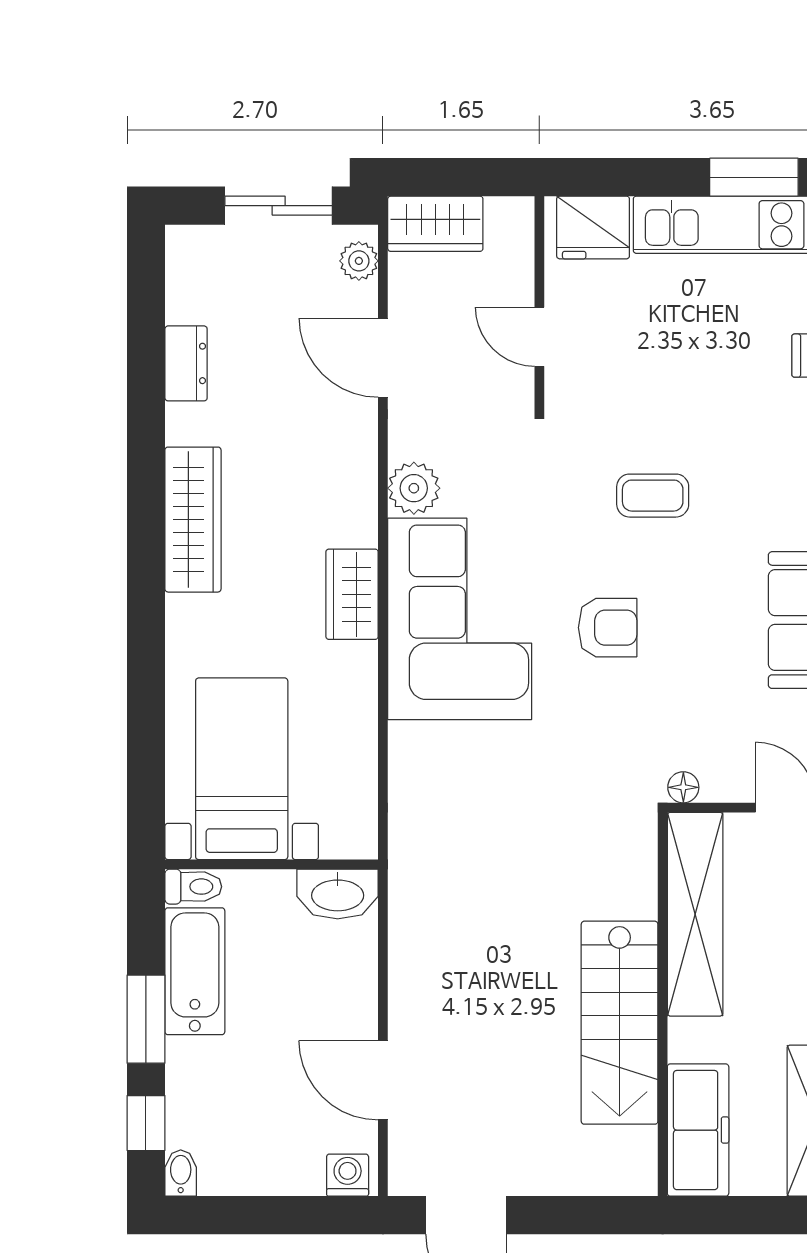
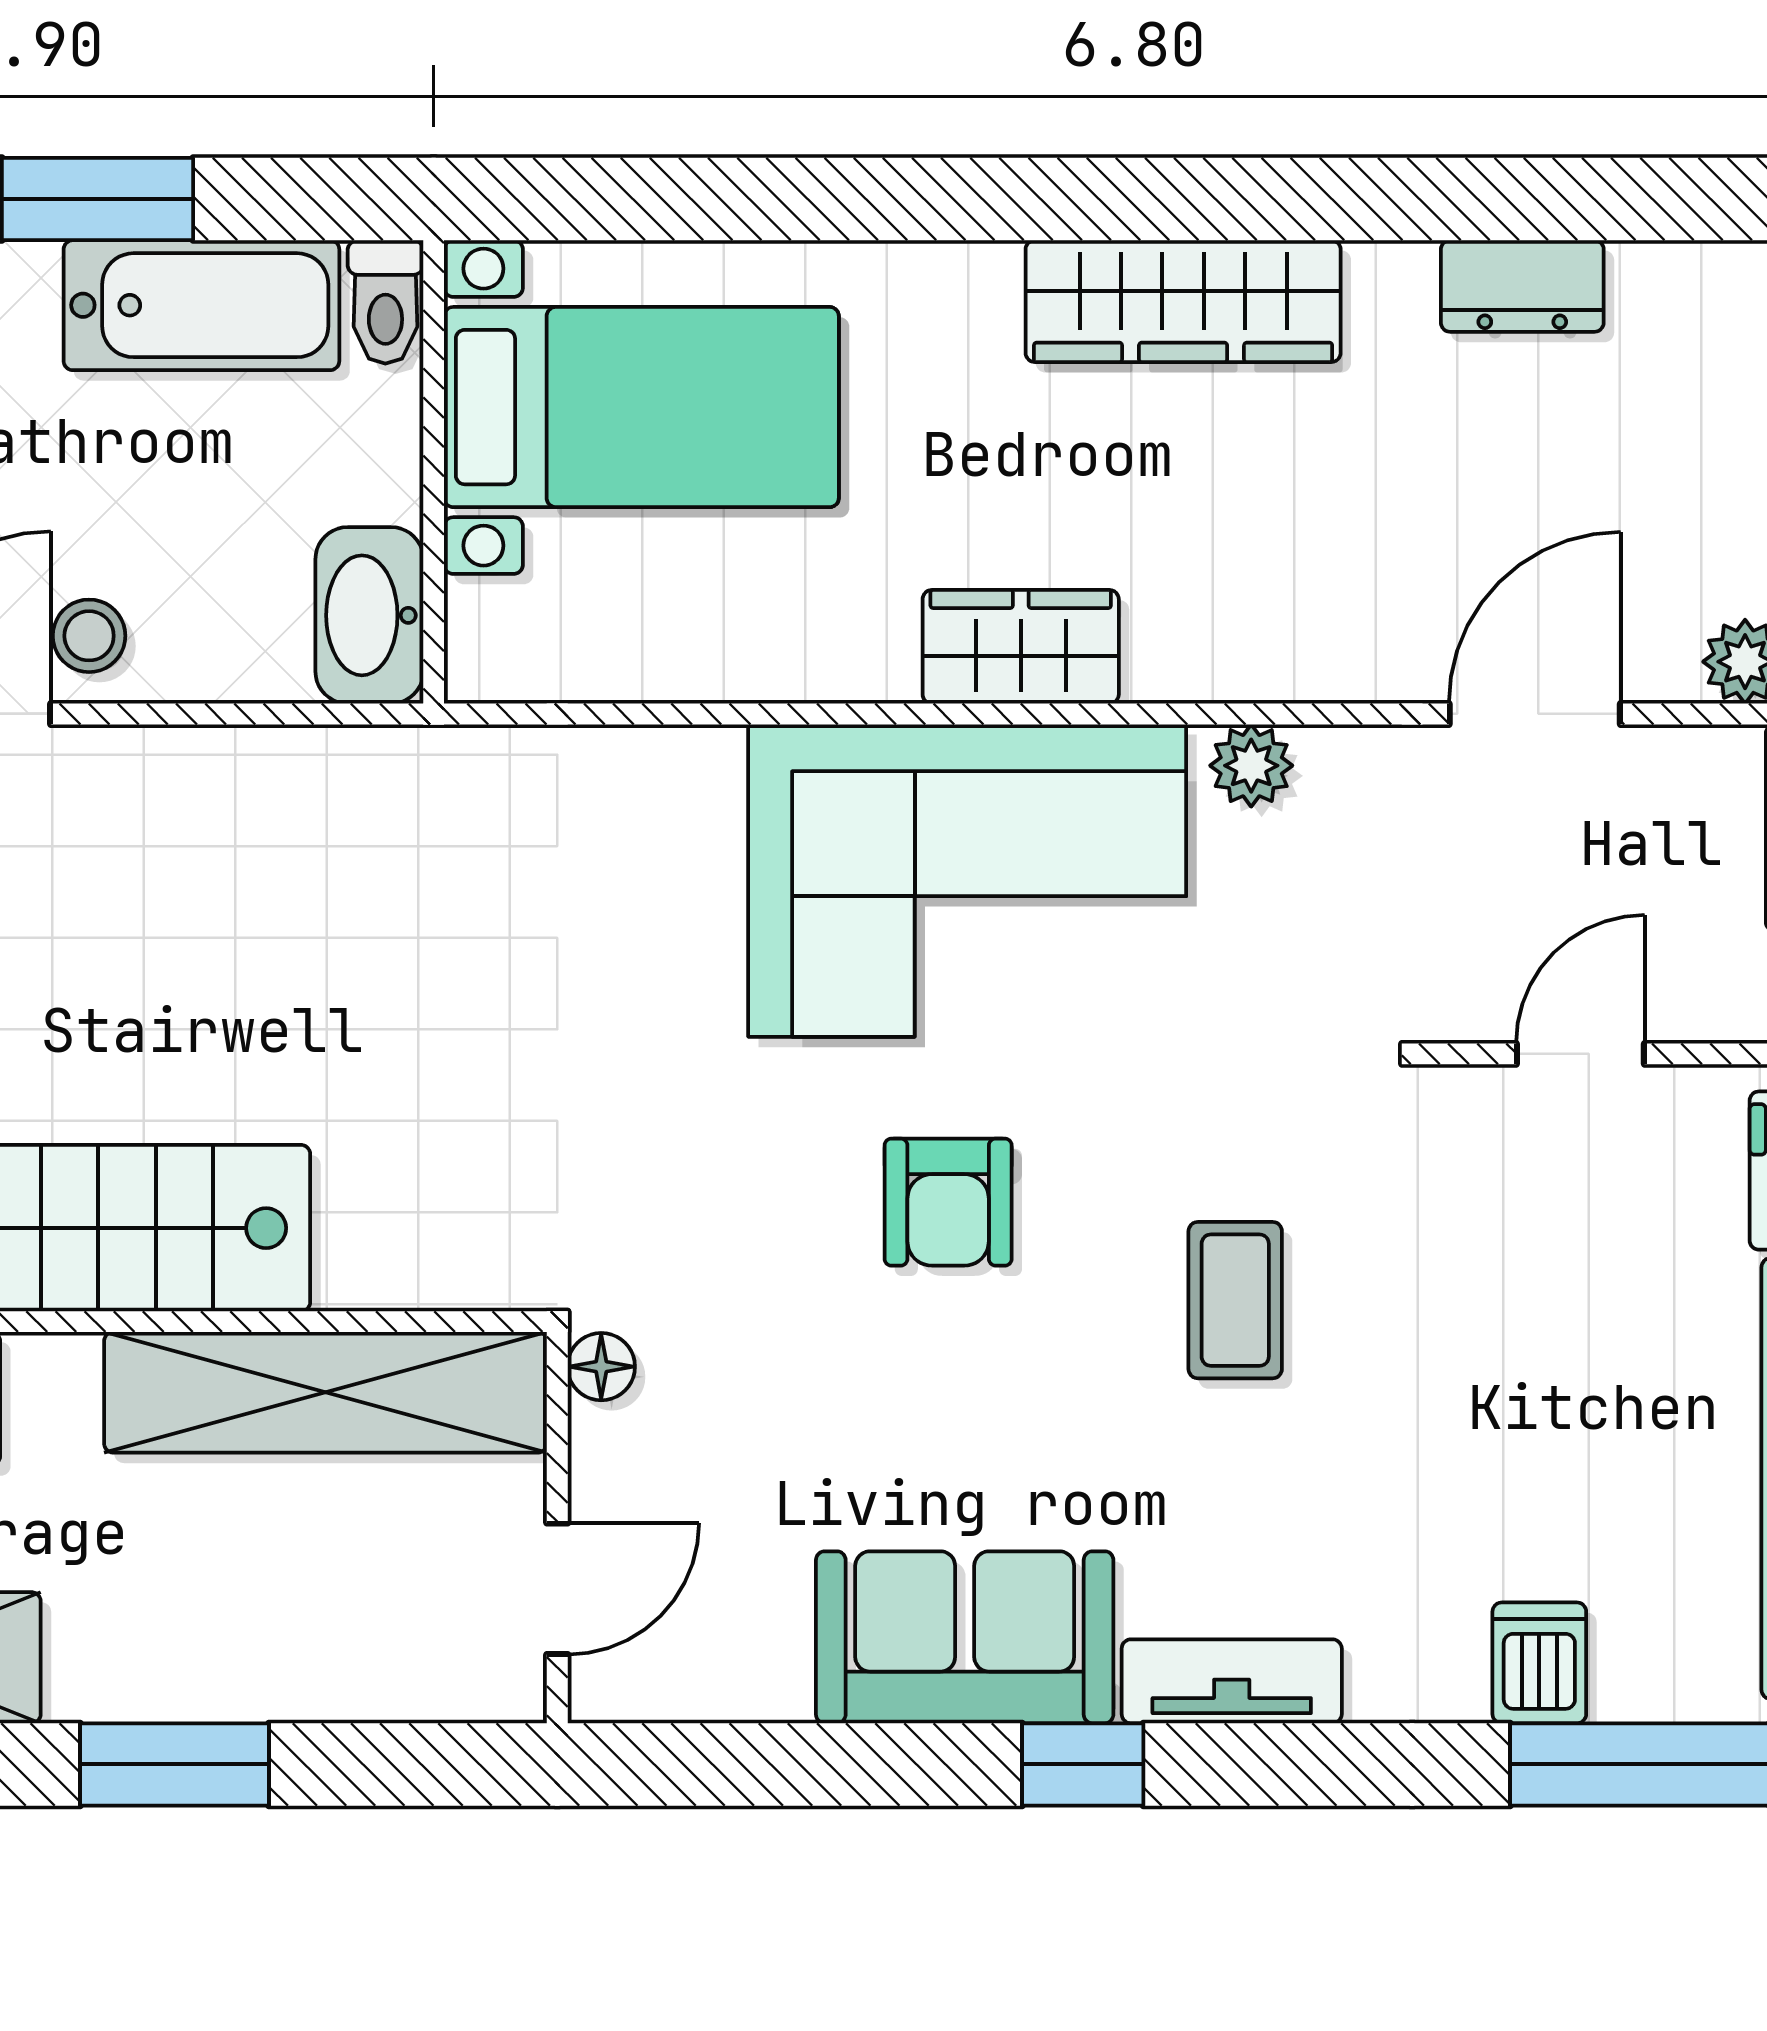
plant: (414, 488) -> (1251, 766), width x0.73, depth x0.73
stool: (347, 1023) -> (89, 636), added

